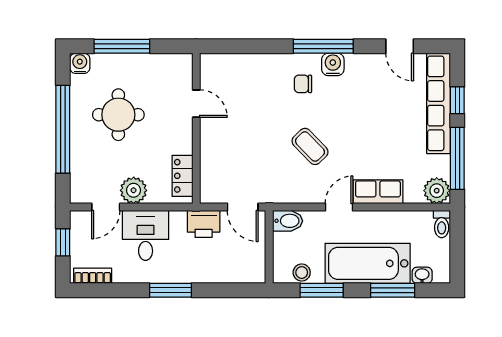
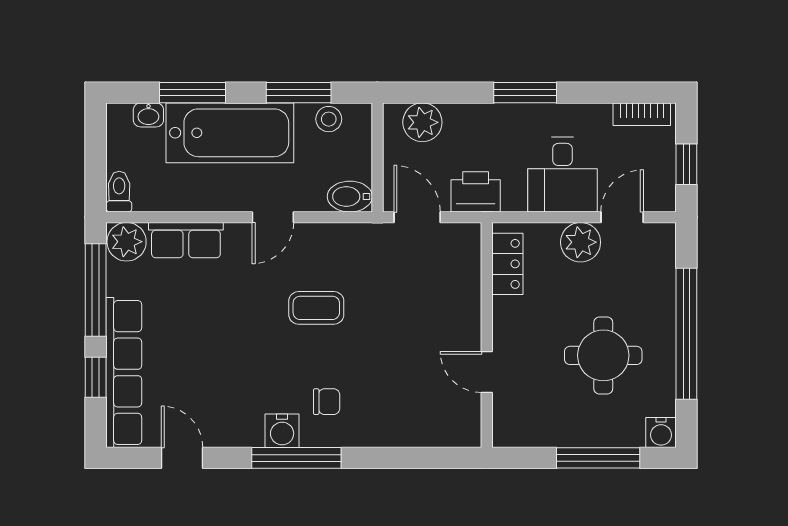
coffee table: (310, 146) -> (316, 308), turned -46
row of seats: (378, 192) -> (186, 240), moved
plant: (239, 270) -> (422, 122), added

